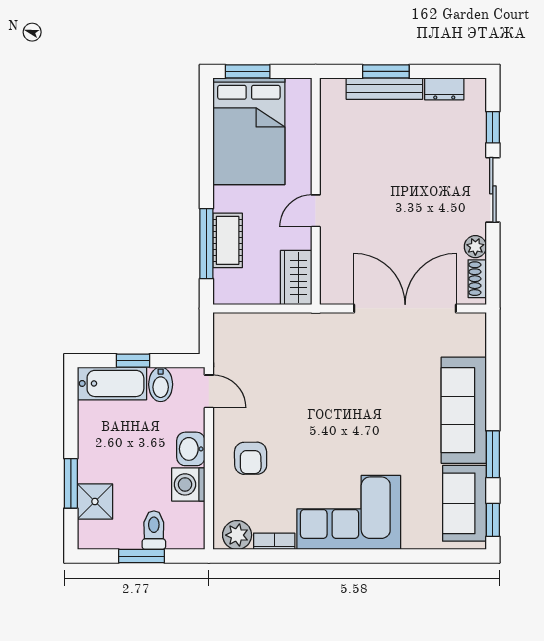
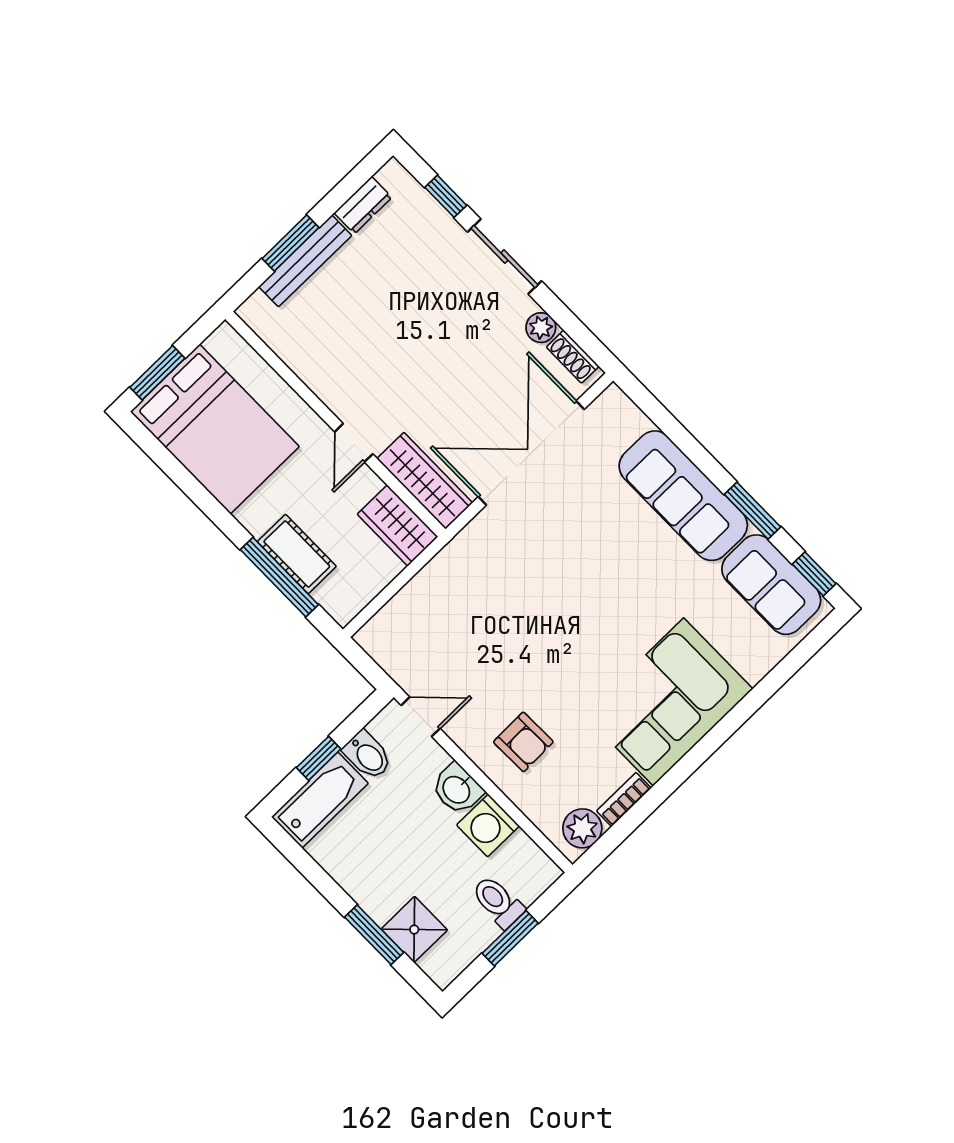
wardrobe: (334, 268) -> (425, 481), added

